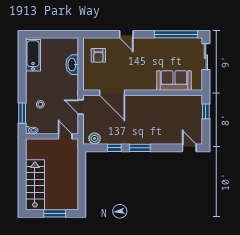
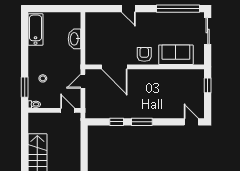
armchair: (98, 55) -> (144, 54), moved, turned 180
door: (81, 107) -> (83, 81), hinge flipped
plant: (95, 138) -> (97, 112), removed

